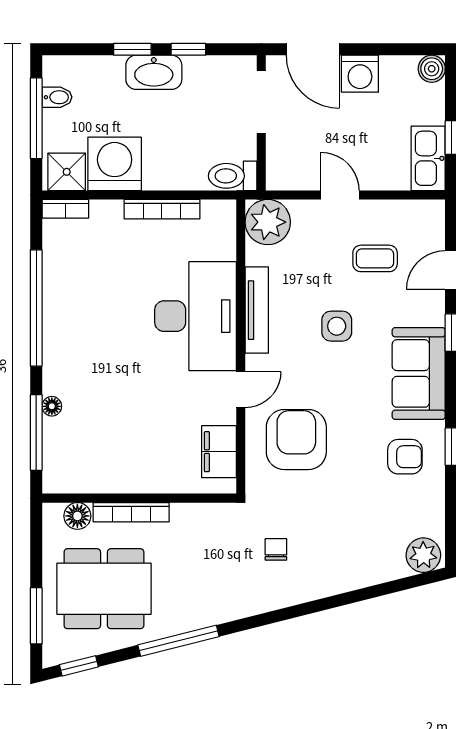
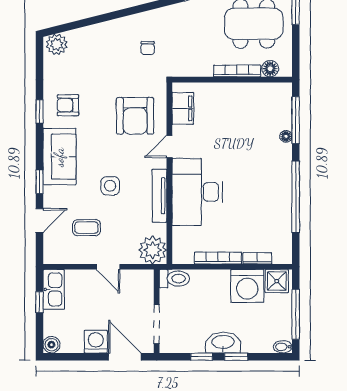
bidet: (57, 97) -> (283, 347), moved
bookcase: (65, 209) -> (257, 258), moved

